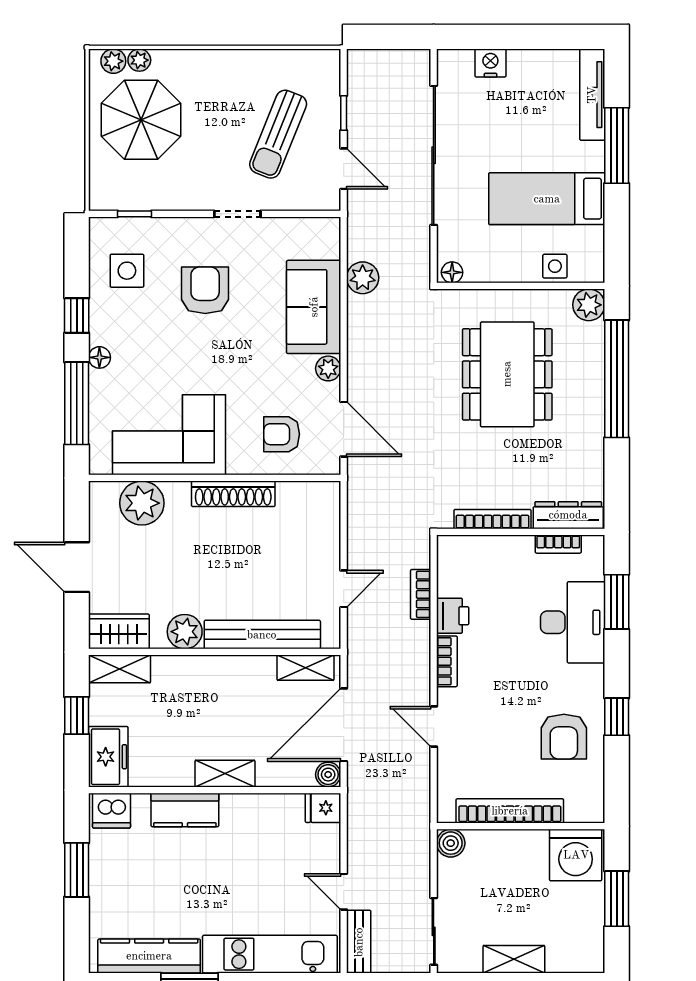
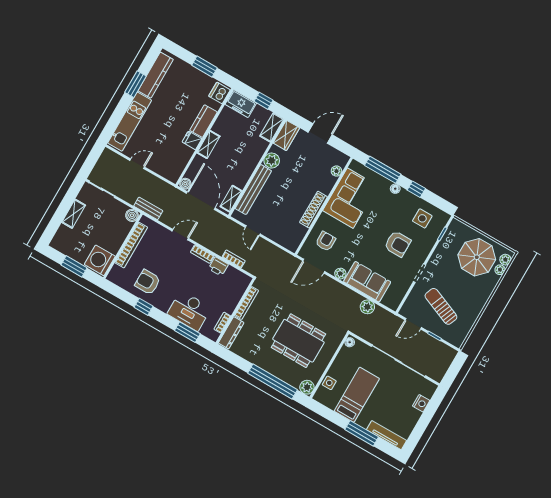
plant: (142, 503) -> (336, 171), width x0.53, depth x0.53
fridge: (323, 808) -> (192, 140), moved, turned -90
bench: (359, 942) -> (148, 208), moved

